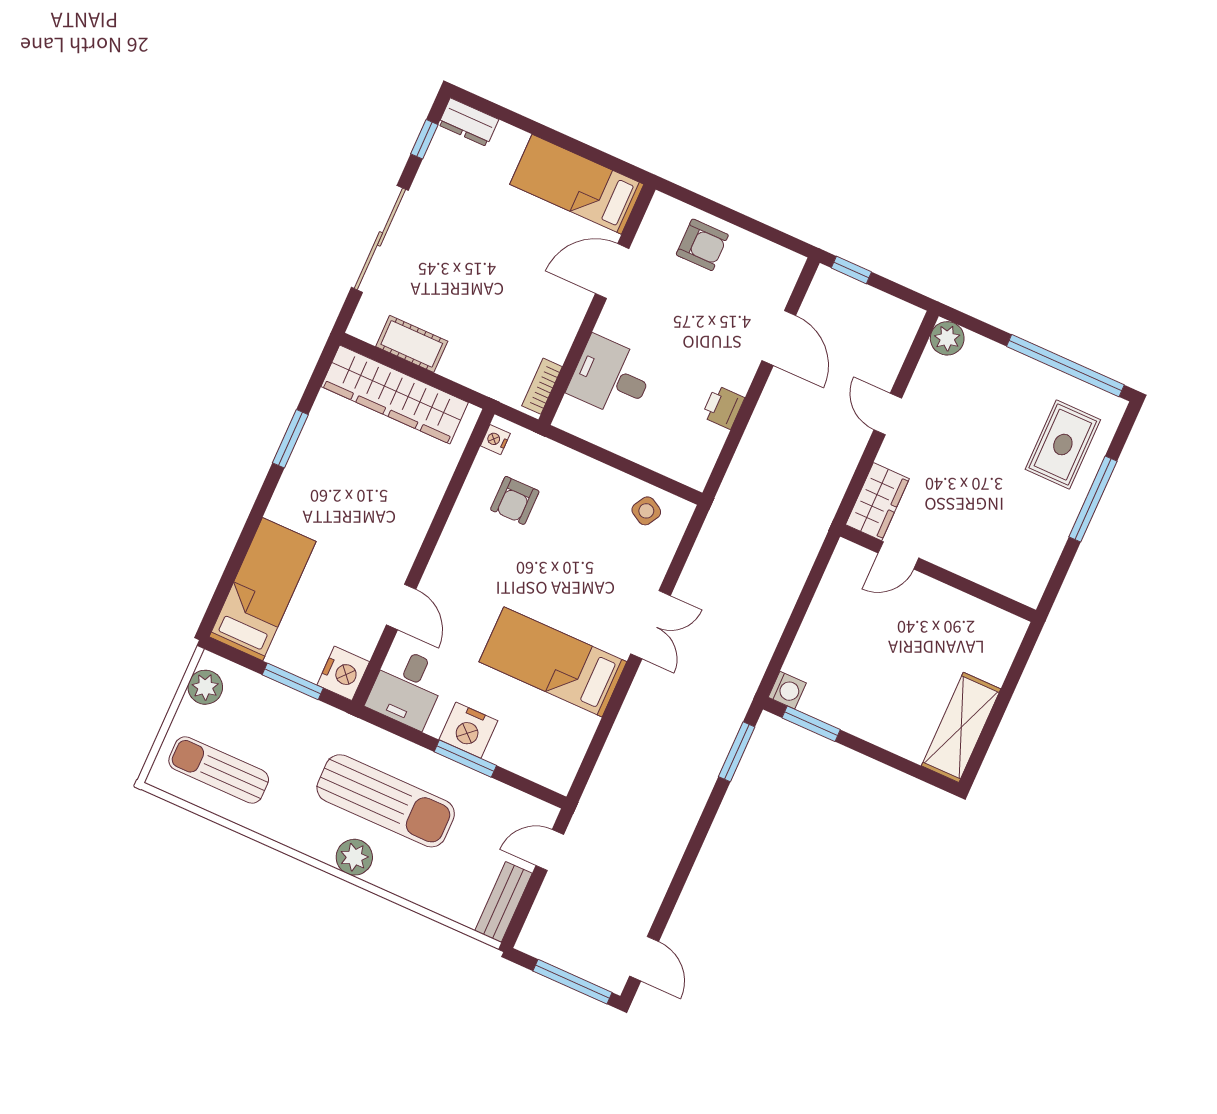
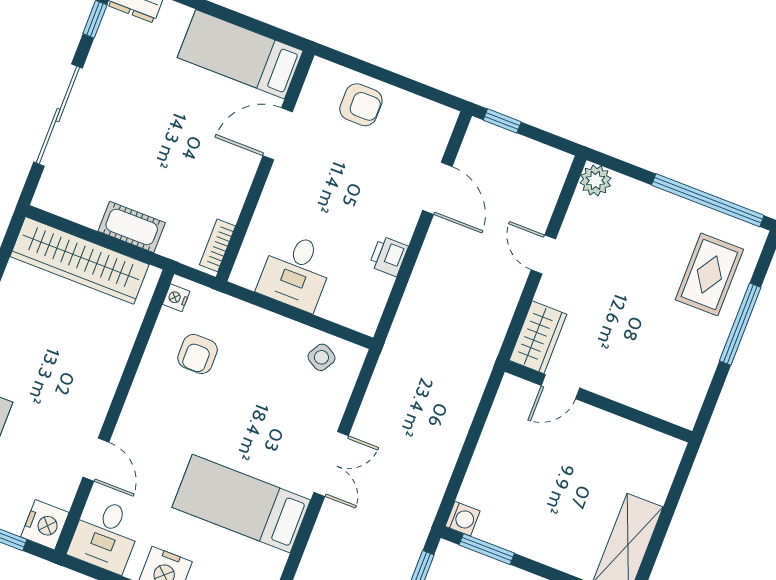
cot: (412, 344) -> (132, 227), moved
desk: (611, 377) -> (296, 272), moved, turned -90

